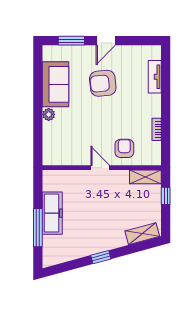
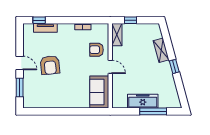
window: (166, 68) -> (39, 20), added
sofa: (55, 84) -> (99, 92), moved, turned -90
plant: (49, 114) -> (72, 104), removed
door: (100, 168) -> (110, 67), swing flipped
shelving: (142, 234) -> (161, 50), moved

